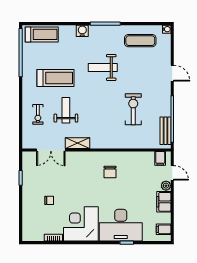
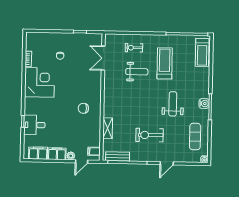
water cooler: (82, 31) -> (204, 104), moved
treadmill: (55, 78) -> (165, 63), turned 180
exercise bike: (133, 109) -> (149, 135), moved, turned 180
shelving: (77, 143) -> (108, 128), moved
desk: (121, 225) -> (34, 125), width x0.53, depth x0.77
filing cabinet: (164, 229) -> (38, 153), width x2.00

